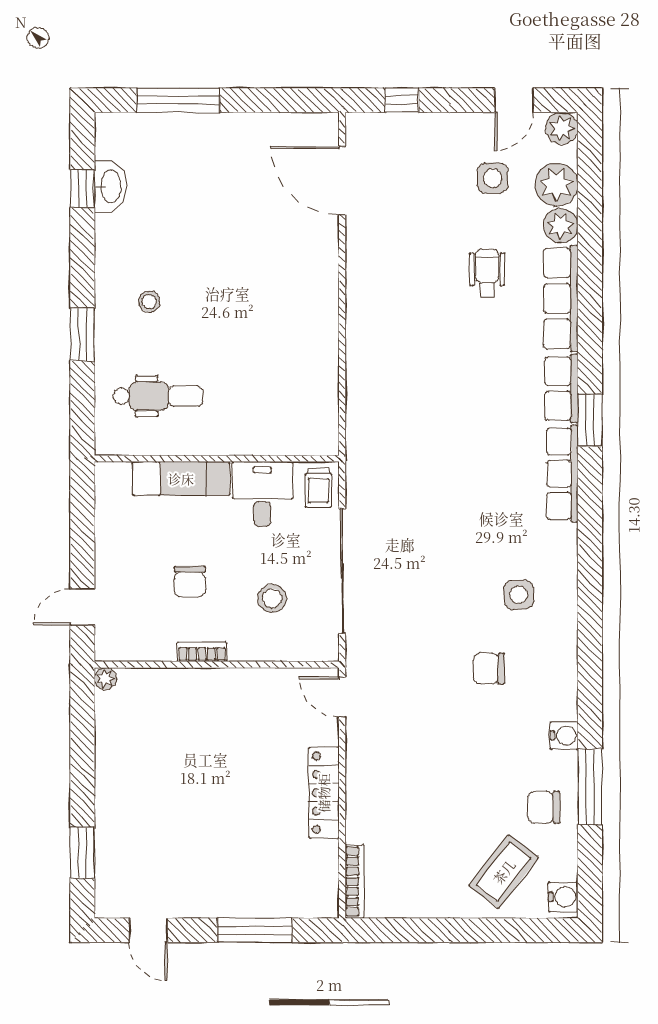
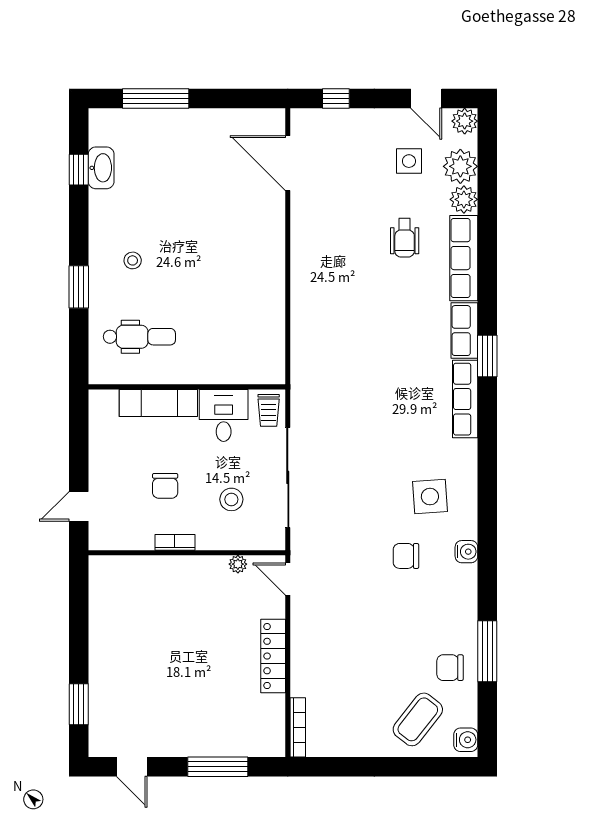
door: (514, 100) -> (426, 98), hinge flipped
wheelchair: (487, 273) -> (405, 238), turned 180
side table: (519, 595) -> (430, 497), width x1.37, depth x1.37
plant: (105, 679) -> (238, 564), moved
water cooler: (564, 736) -> (466, 552), moved

